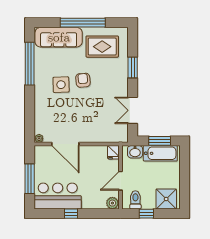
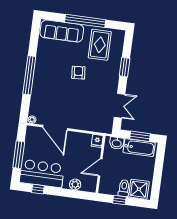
rug: (102, 47) -> (100, 45), turned 90
window: (30, 64) -> (29, 75), moved
side table: (61, 85) -> (58, 74), removed
double door: (133, 110) -> (119, 106), swing flipped
toilet: (135, 200) -> (124, 188), moved
plant: (112, 203) -> (75, 184), moved
window: (71, 214) -> (38, 189), moved

